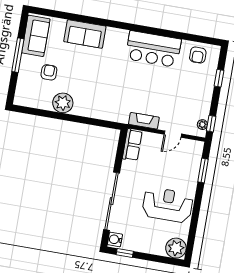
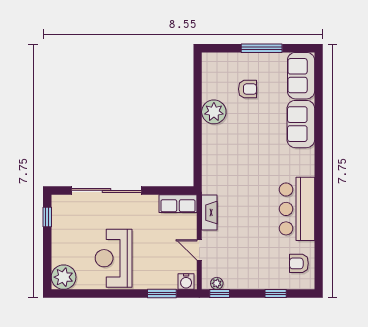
sofa: (36, 36) -> (301, 76), moved, turned 90
reception desk: (168, 205) -> (114, 258), turned 180
water cooler: (115, 239) -> (186, 282), moved, turned 180

